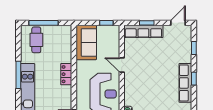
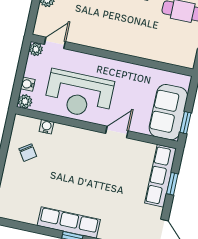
sofa: (86, 42) -> (168, 112), moved, turned 90
locker: (66, 74) -> (121, 45), removed

